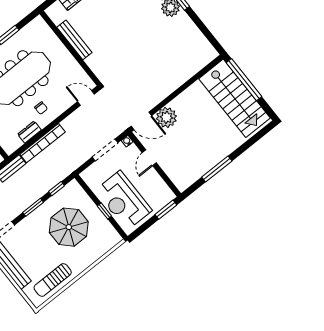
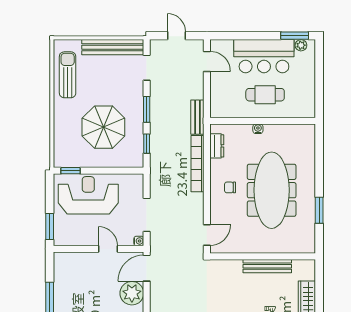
dresser: (29, 132) -> (217, 146), moved
window: (104, 211) -> (70, 171), moved

